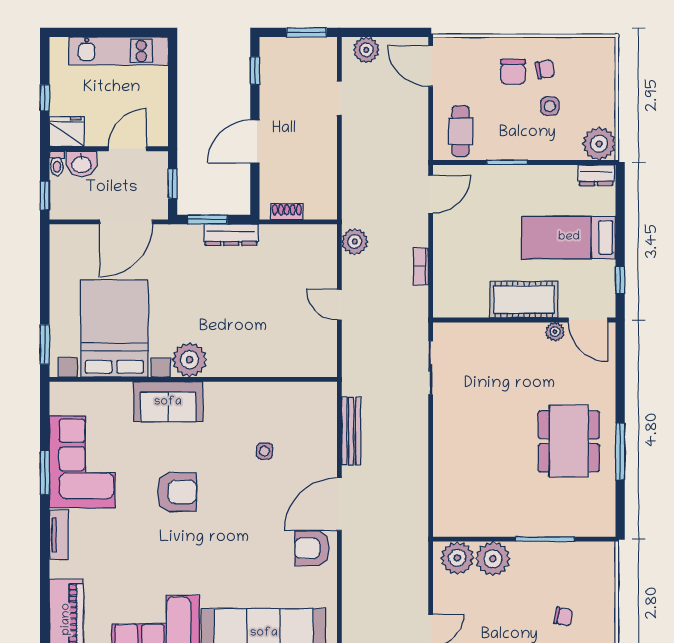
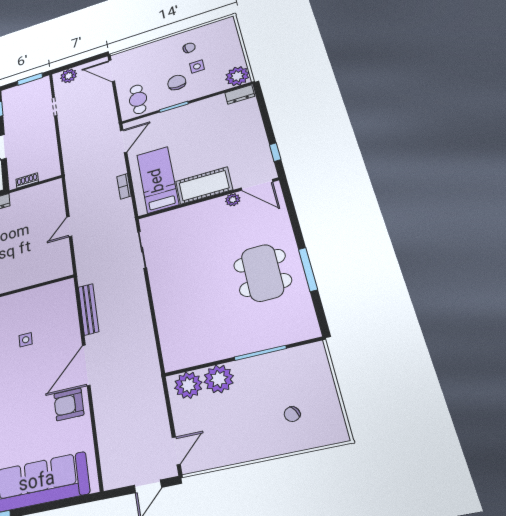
chair: (513, 72) -> (177, 82), moved, turned 180
bed: (569, 237) -> (158, 180), moved, turned 90
plant: (355, 241) -> (75, 185), removed
door: (339, 304) -> (69, 227), hinge flipped
chair: (563, 617) -> (292, 414), turned 140

